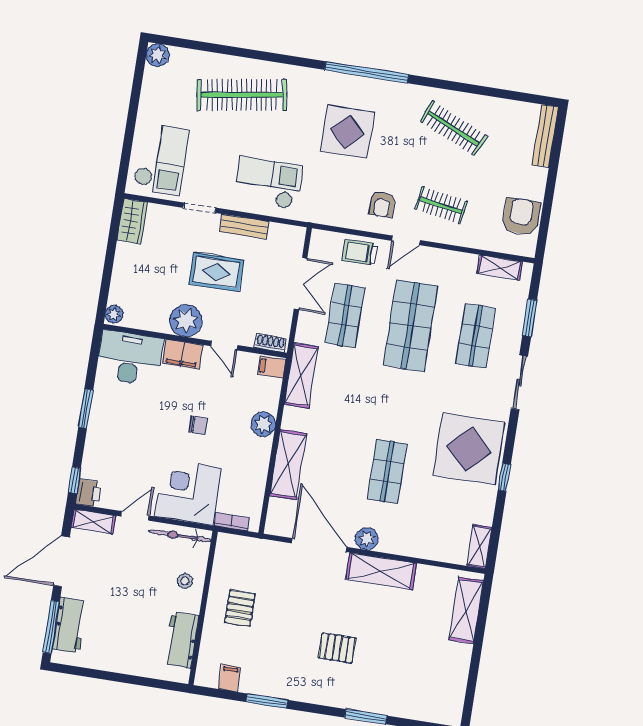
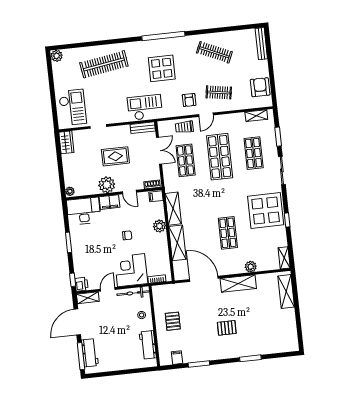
checkout: (268, 183) -> (145, 107), moved
bench: (244, 227) -> (143, 128), moved
shelving: (301, 376) -> (173, 209), moved
plant: (367, 539) -> (251, 267), moved

